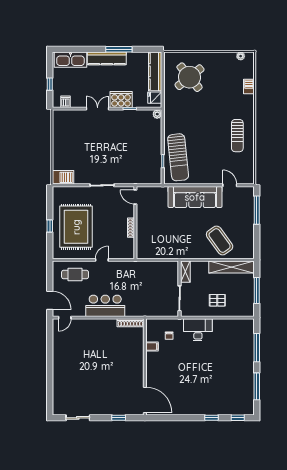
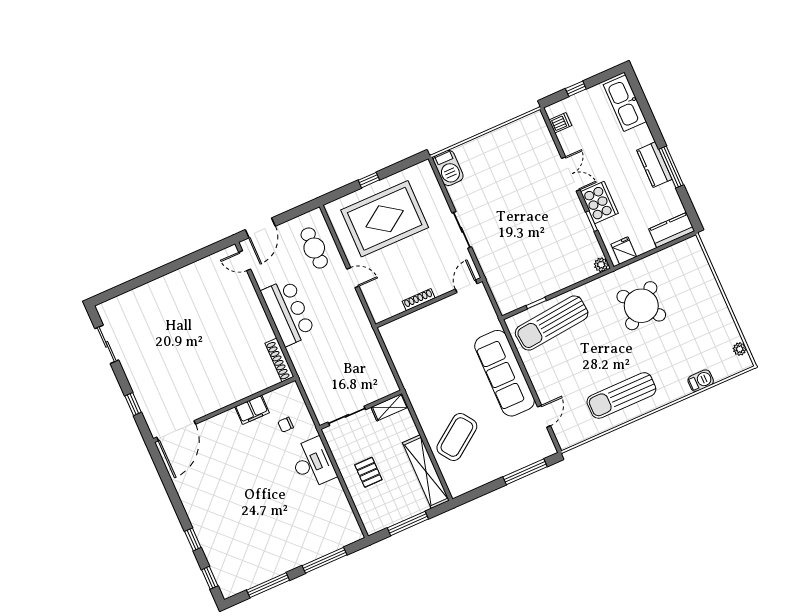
kitchen counter: (107, 58) -> (654, 165), width x0.67
kitchen counter: (155, 71) -> (672, 230), width x0.67
round table: (190, 77) -> (641, 306), moved
sun lounger: (237, 136) -> (621, 395), width x1.36, depth x1.34
filing cabinet: (152, 346) -> (252, 410), width x2.00

